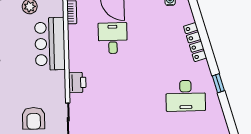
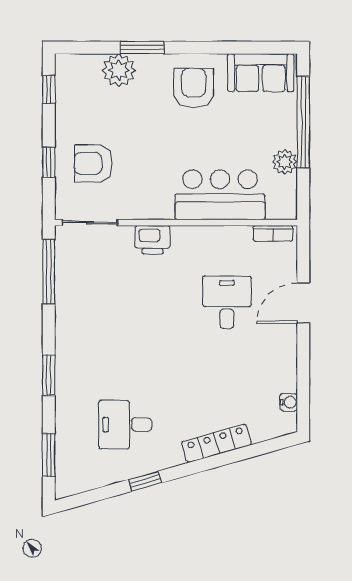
desk: (113, 38) -> (227, 302), turned -90
desk: (186, 96) -> (125, 425), width x0.73

